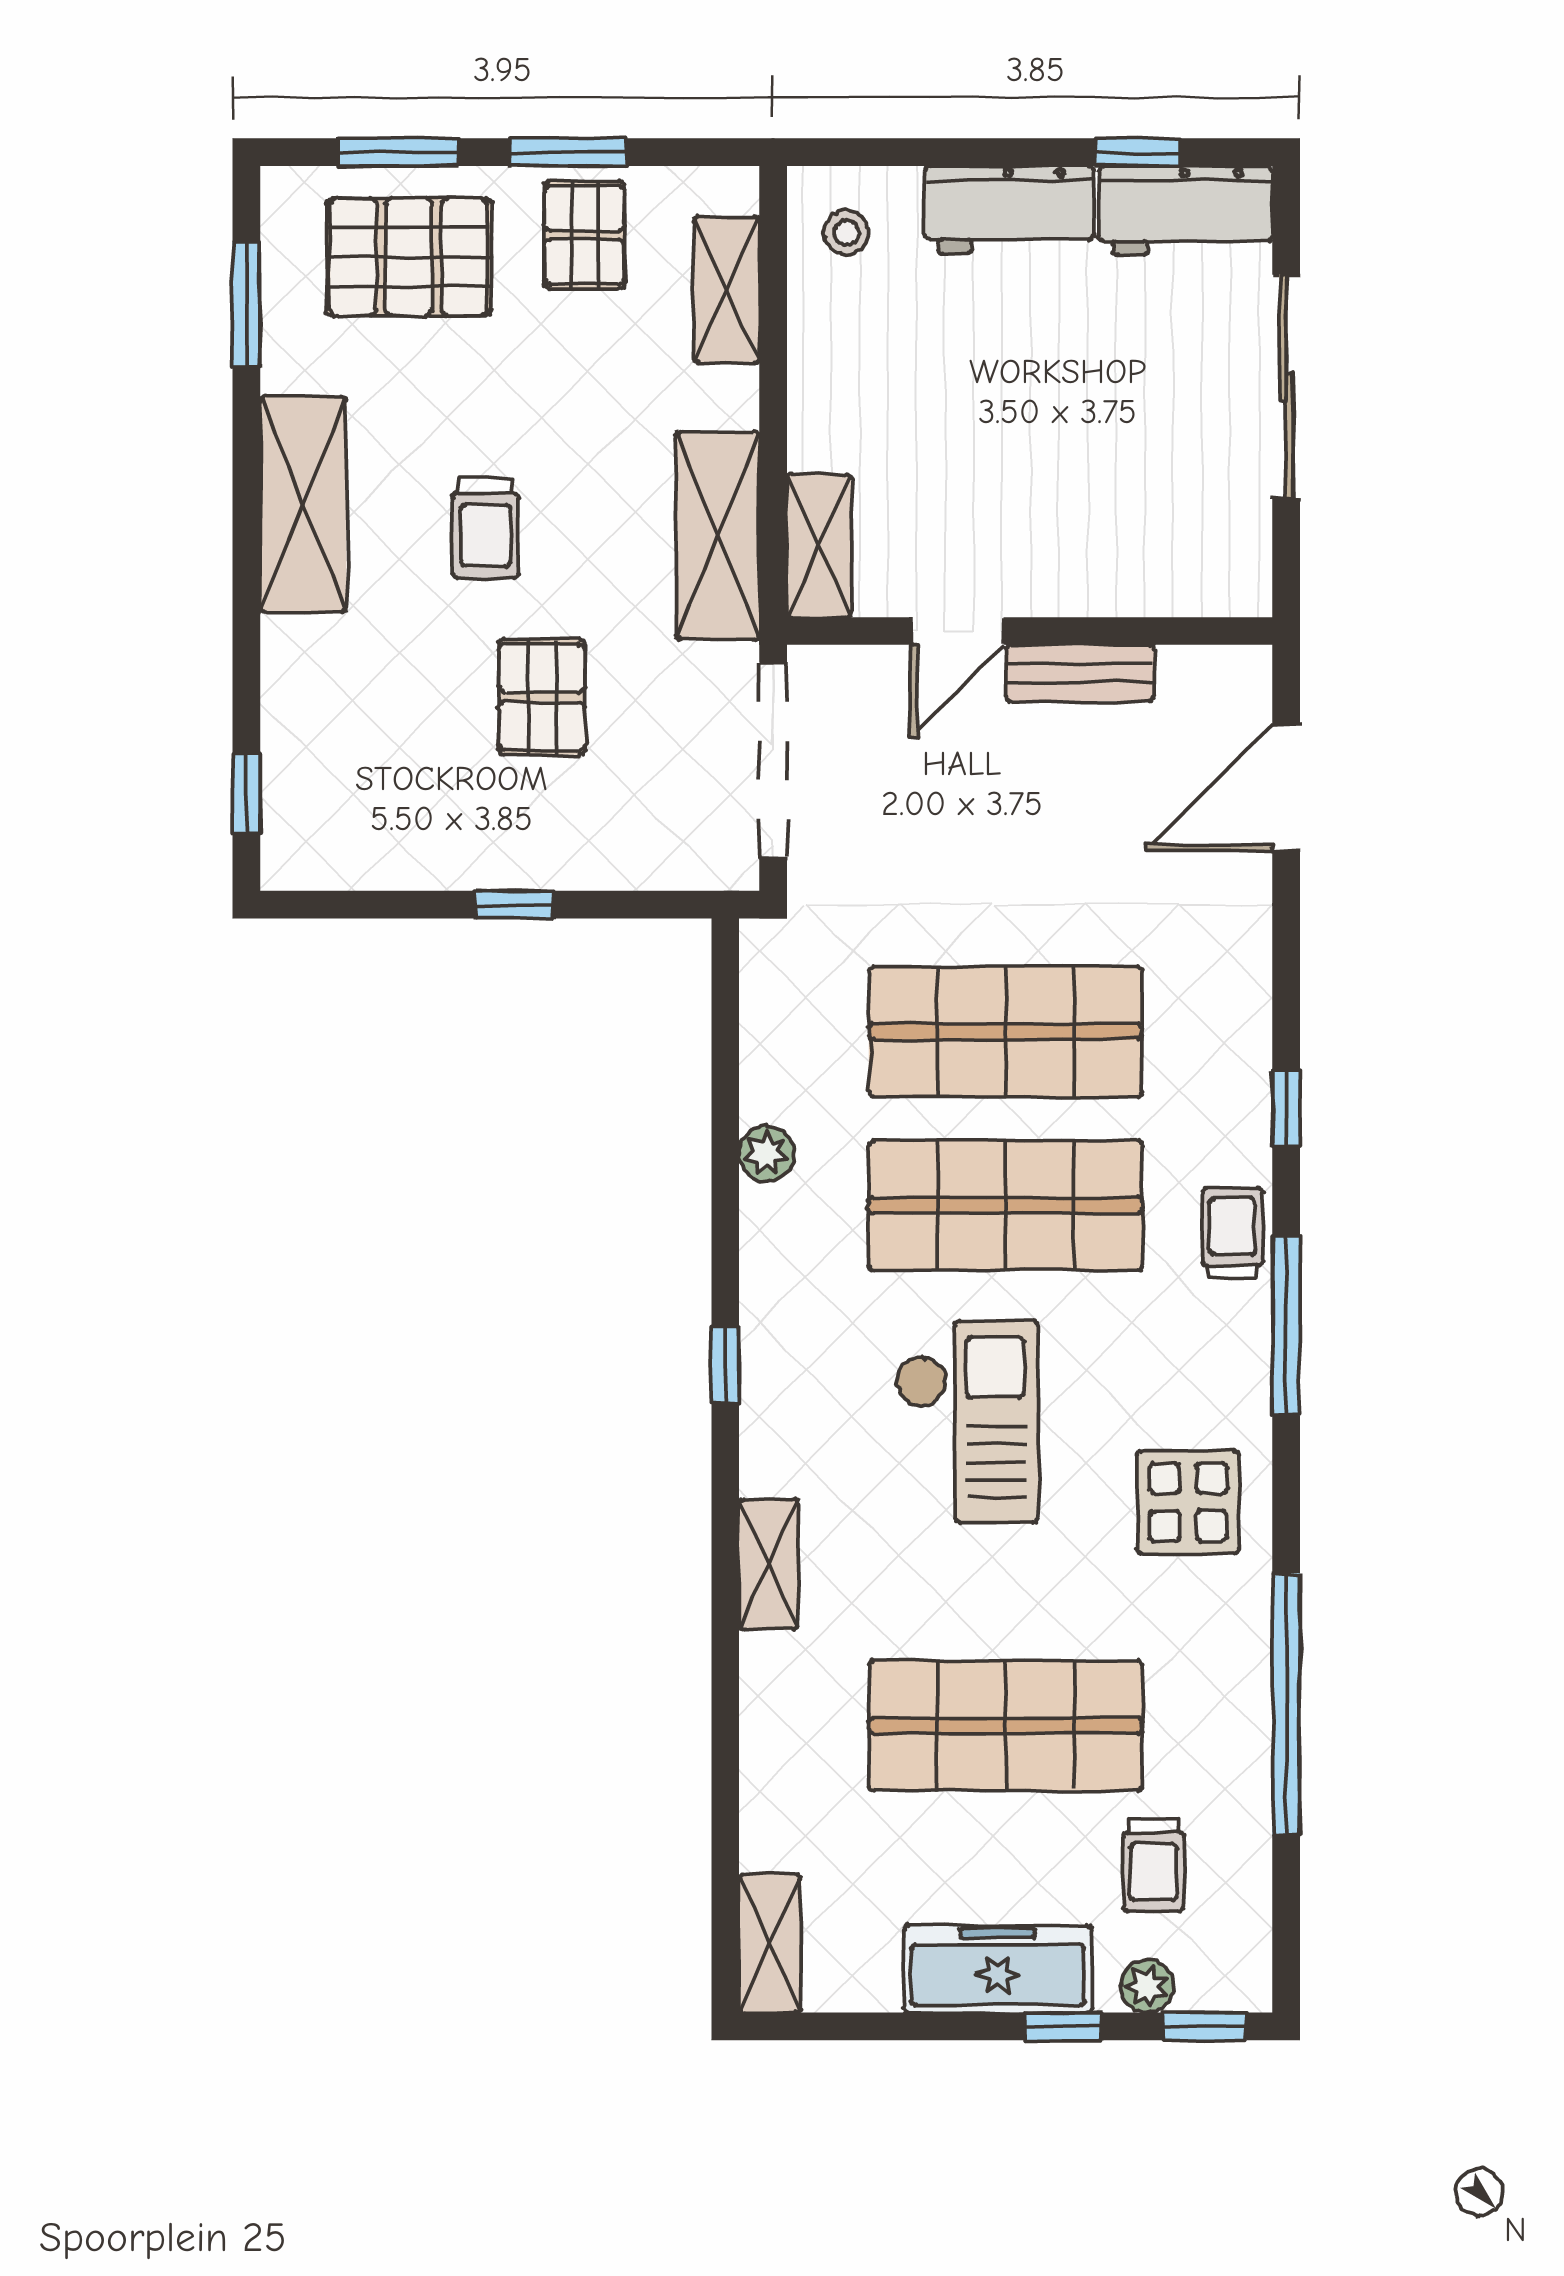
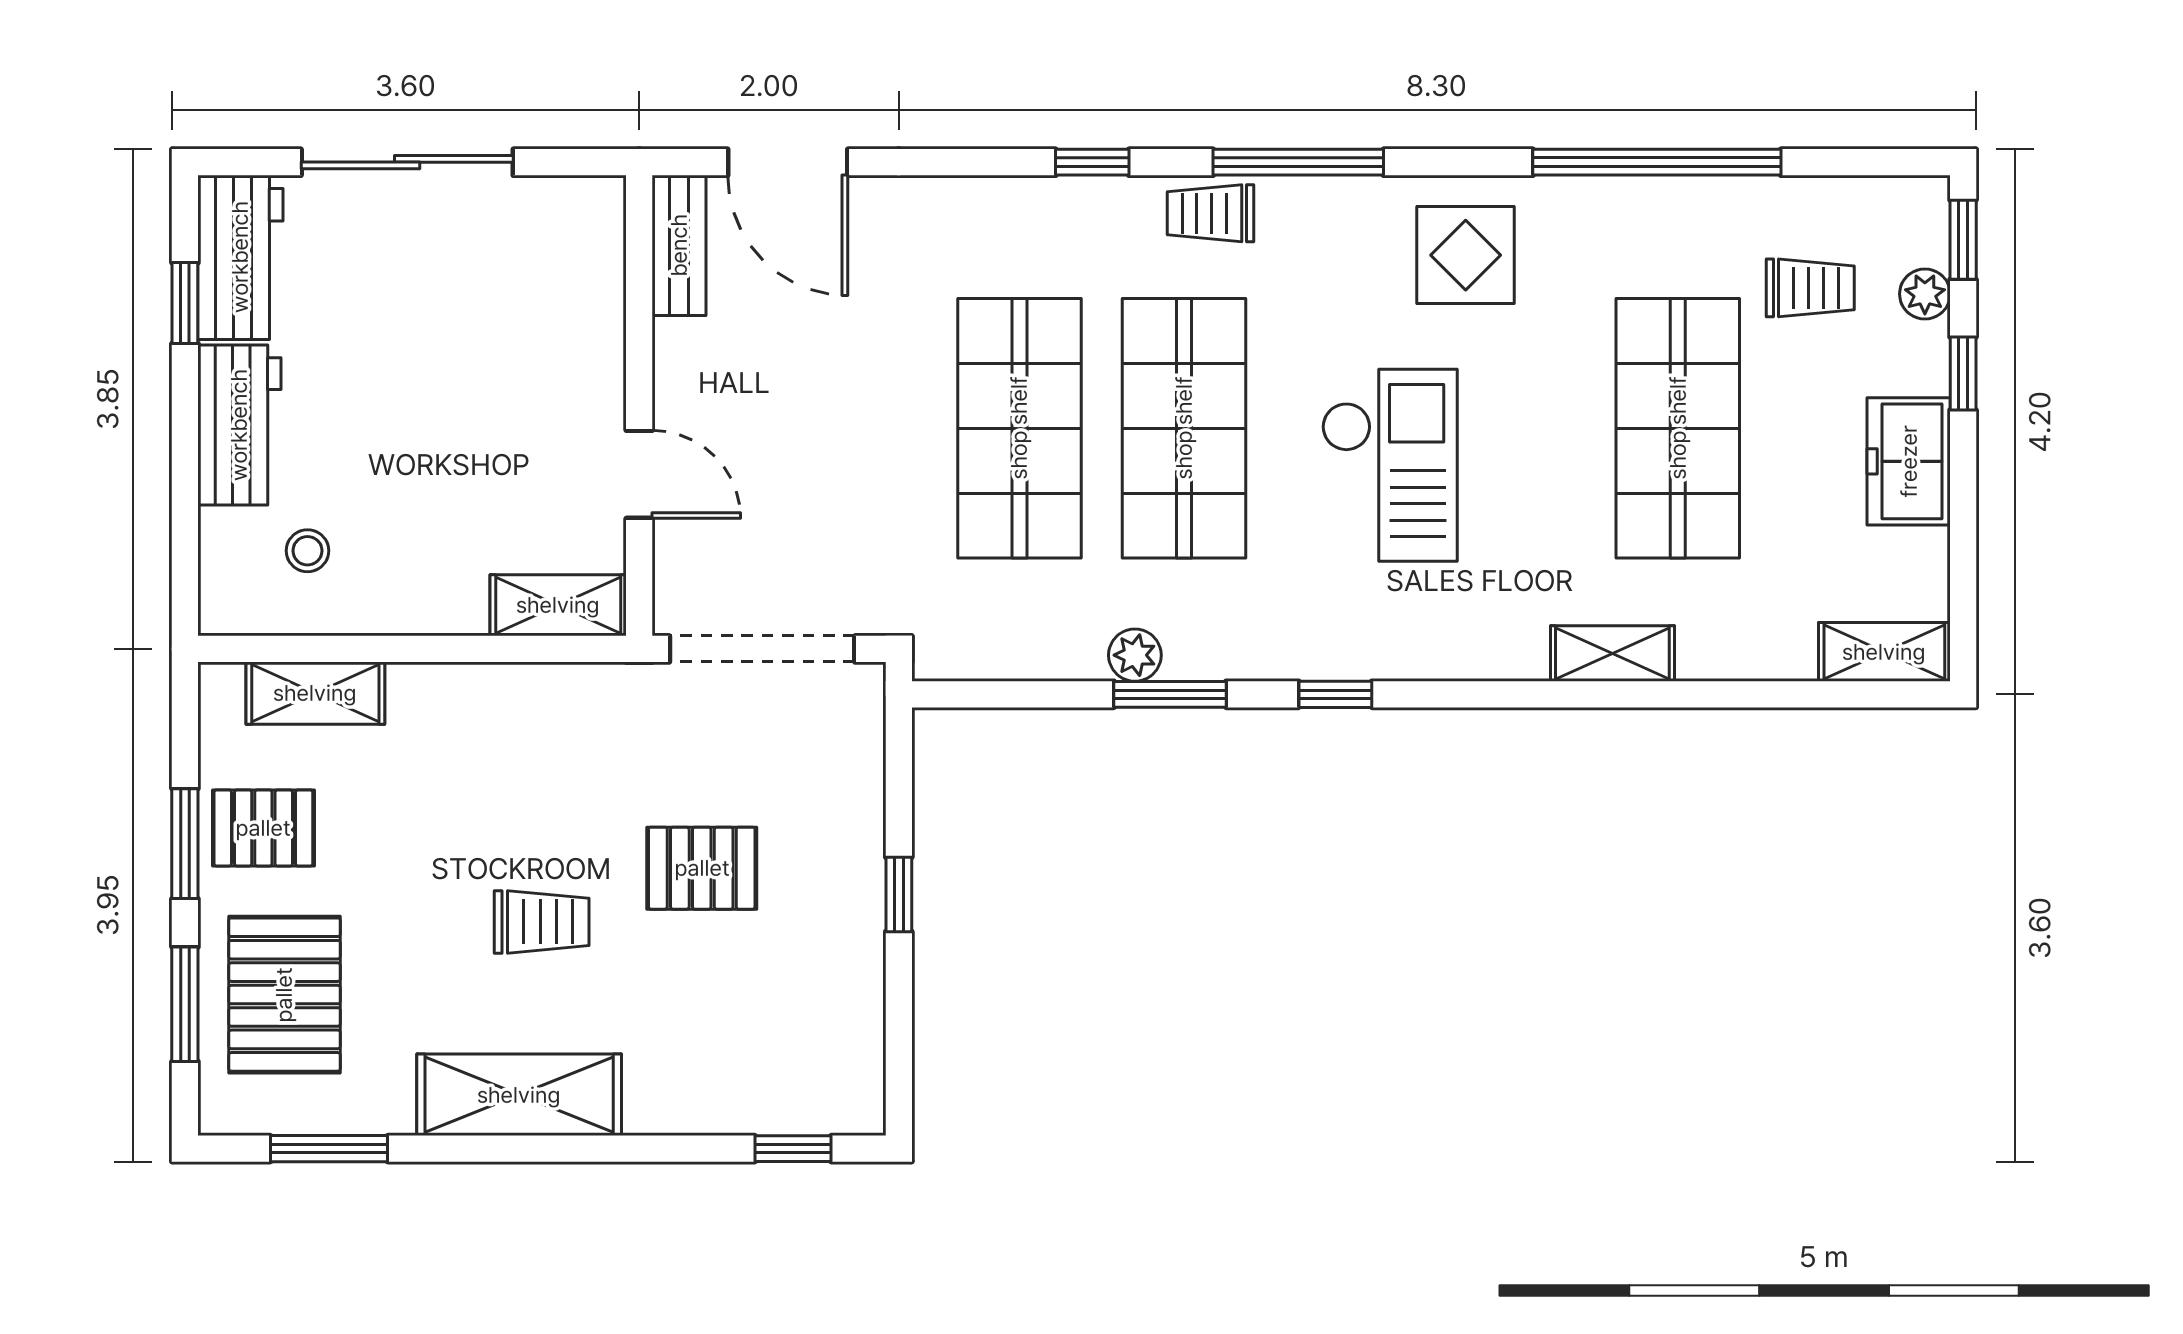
stool: (846, 233) -> (307, 551), moved
shelving: (718, 536) -> (549, 701), removed
bench: (1080, 673) -> (679, 245), moved
window: (725, 1190) -> (1170, 694), added
checkout: (967, 1422) -> (1390, 465), turned 90
shelving: (768, 1564) -> (1612, 654), moved
freezer: (998, 1969) -> (1909, 461), width x0.71

